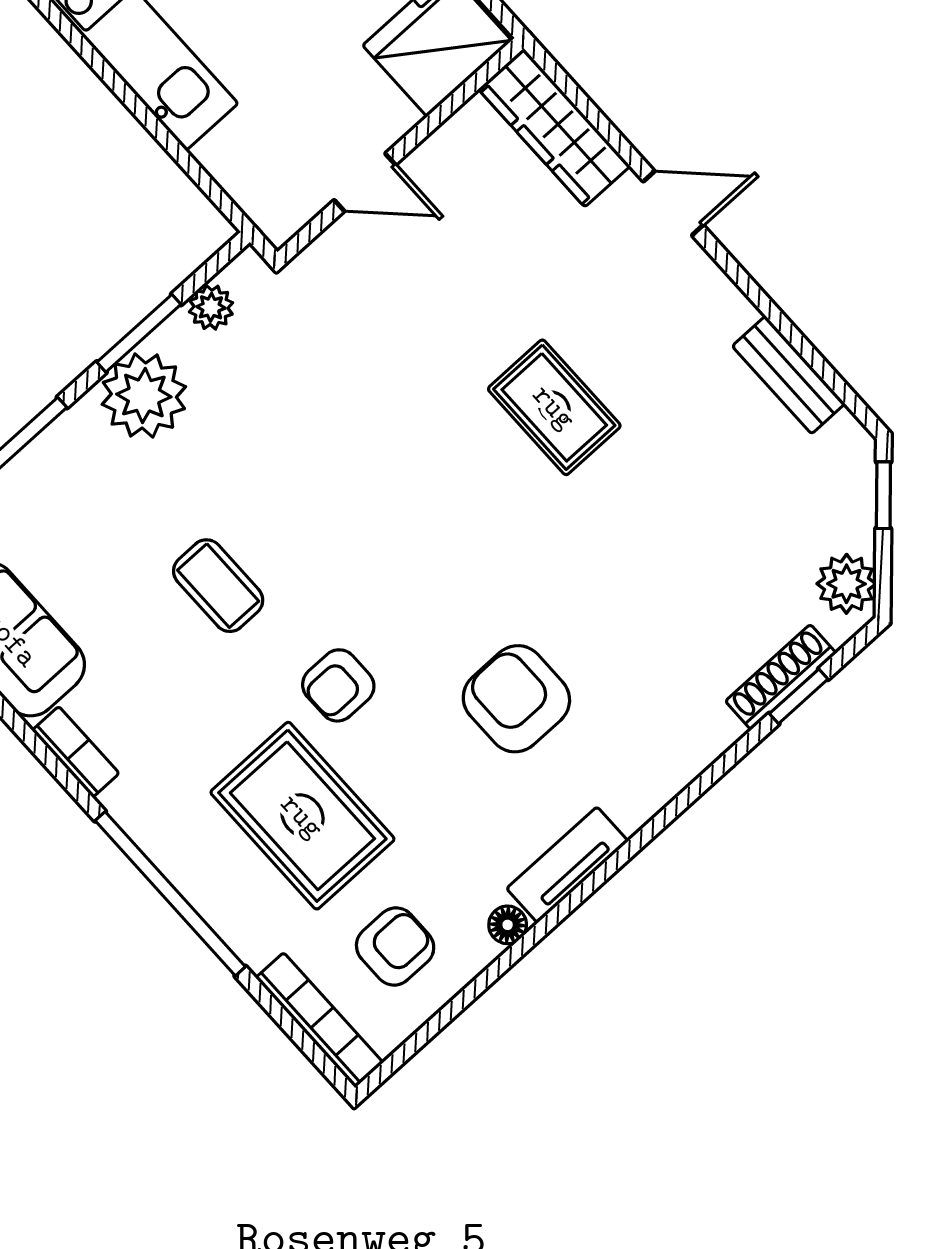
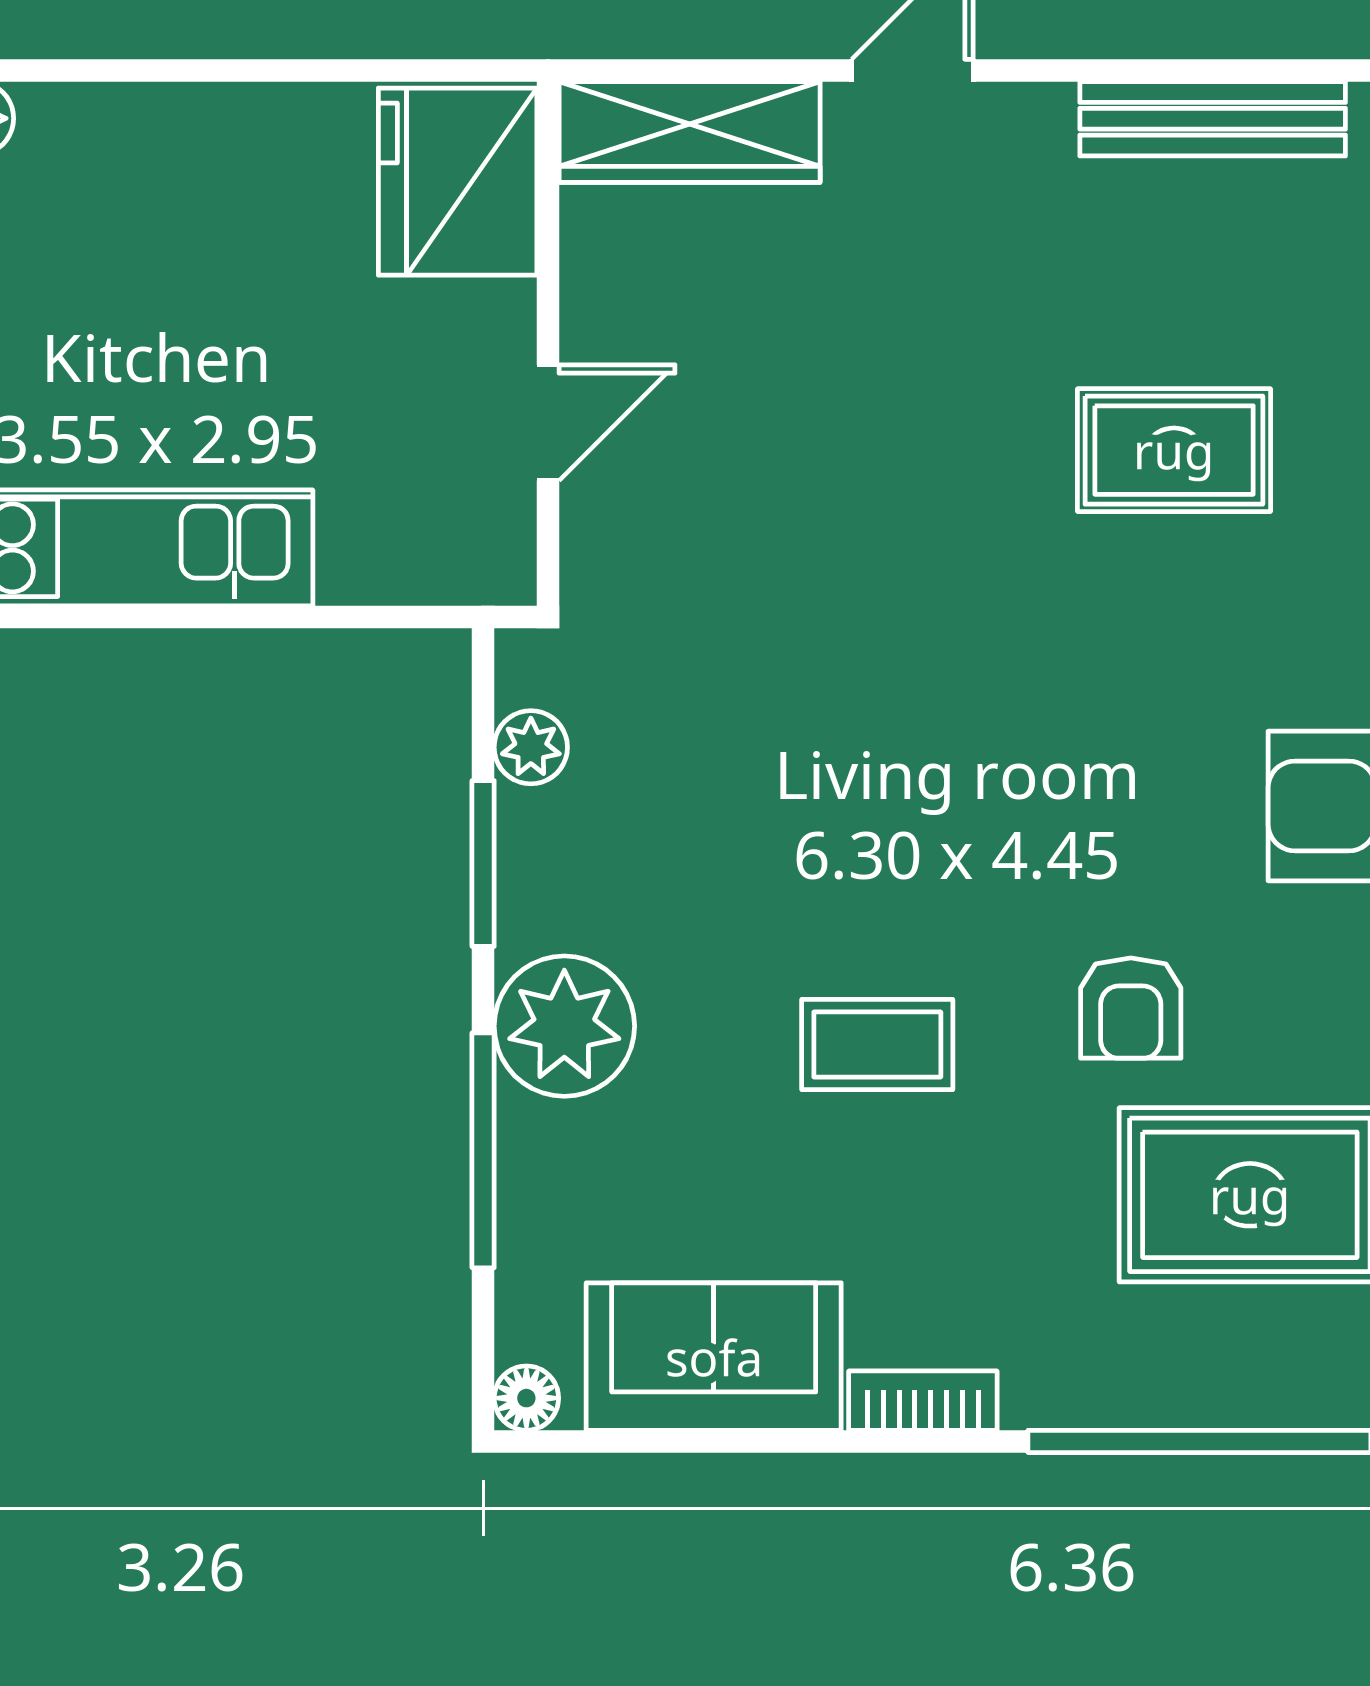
bench: (789, 375) -> (1213, 119), width x1.36
plant: (144, 396) -> (564, 1026), moved
rug: (554, 407) -> (1174, 450), moved

